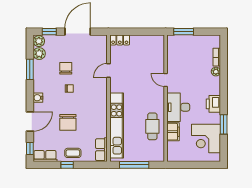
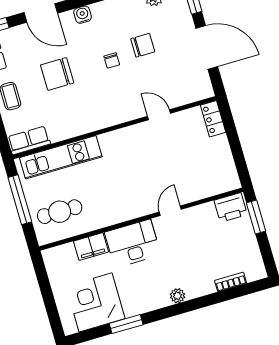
plant: (216, 72) -> (177, 296), moved
printer: (213, 104) -> (231, 207), moved, turned 180
kitchen unit: (117, 125) -> (61, 157), width x0.73
cafe table: (152, 126) -> (60, 212), moved

